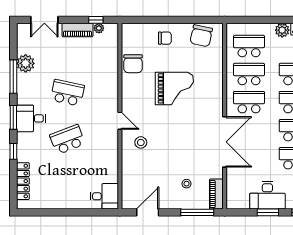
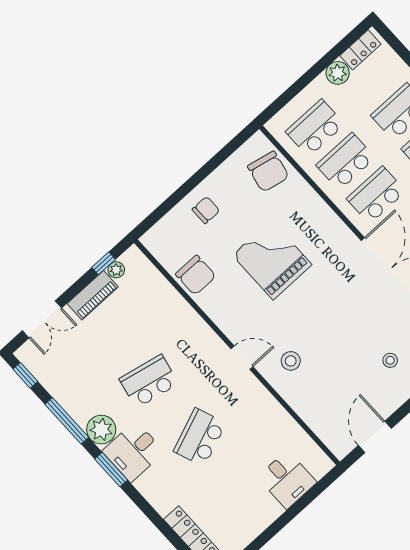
chair: (201, 36) -> (268, 172), moved
plant: (26, 63) -> (101, 430), moved
grand piano: (174, 88) -> (272, 260), turned -90
window: (13, 151) -> (25, 375), moved
desk: (104, 196) -> (287, 480), moved, turned 90

